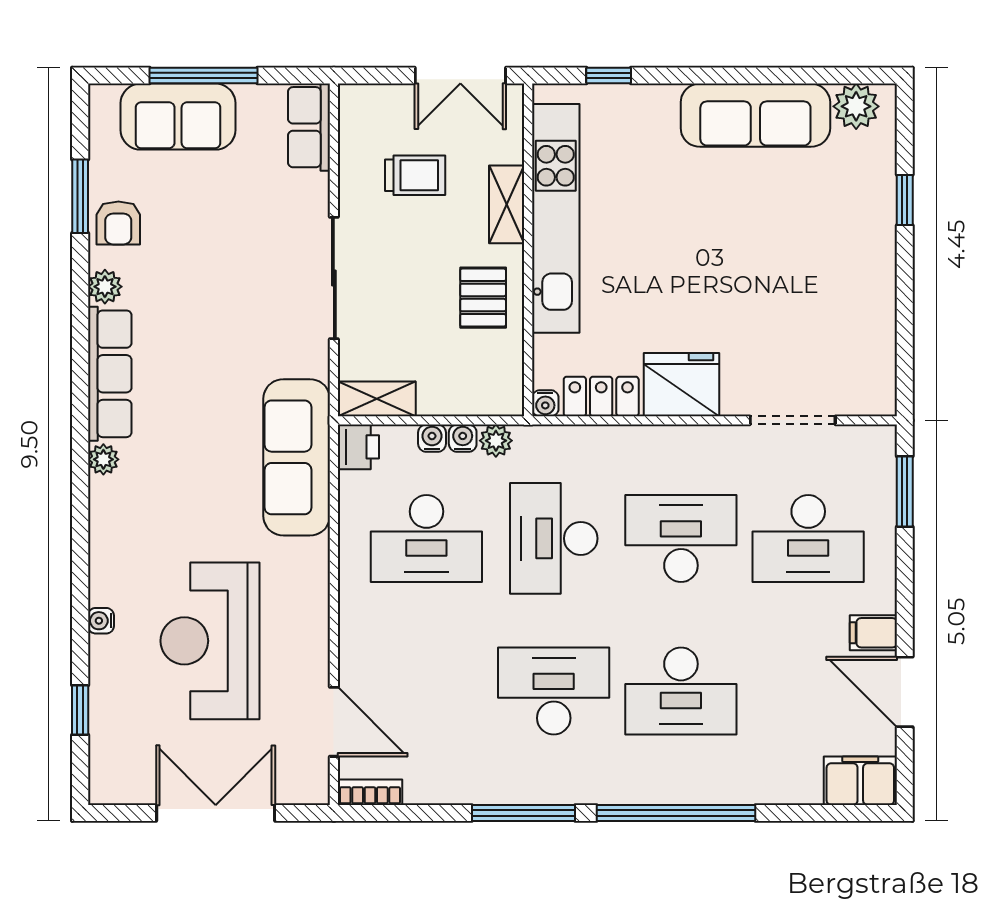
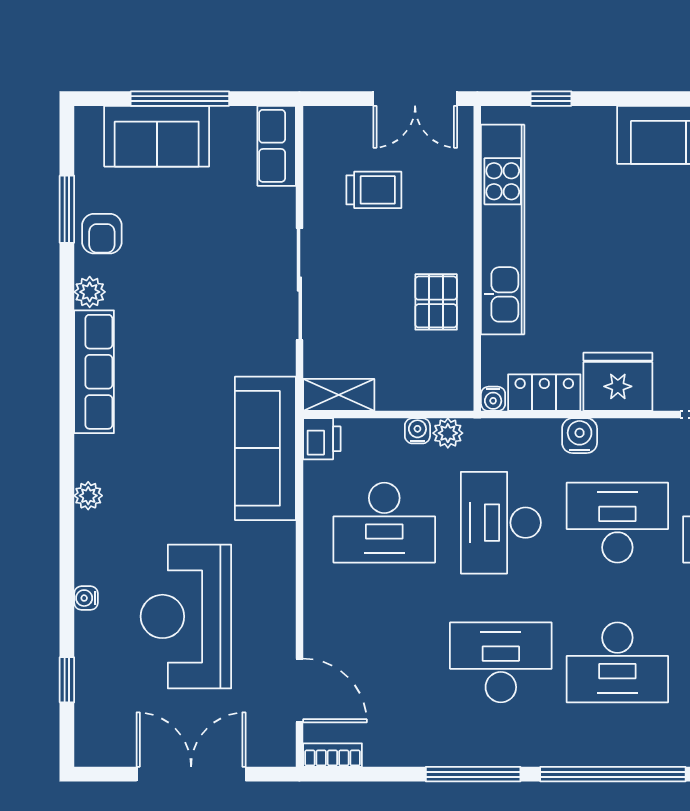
shelving: (507, 204) -> (458, 217), removed
water cooler: (432, 438) -> (580, 436), moved, width x1.38, depth x1.38
plant: (103, 459) -> (88, 496), moved

